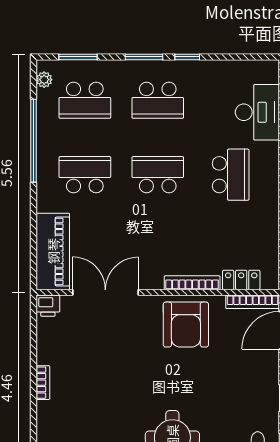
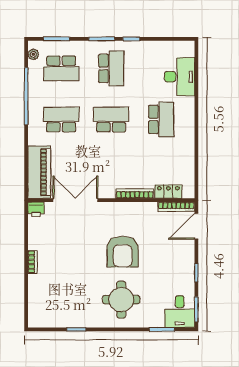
school desk: (158, 100) -> (111, 68), turned -90
armchair: (186, 325) -> (123, 252), moved

